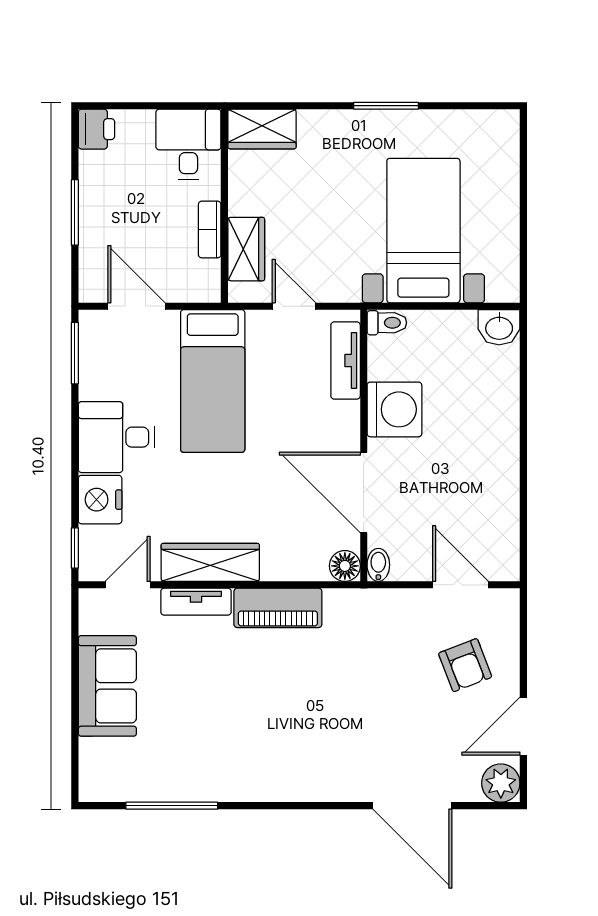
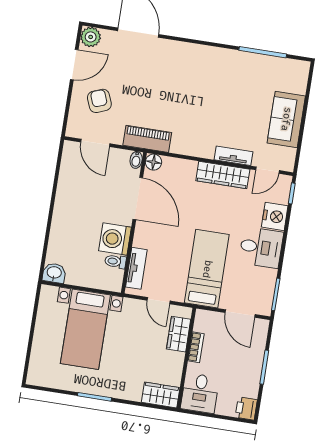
toilet: (387, 323) -> (115, 261), moved
piano: (278, 608) -> (147, 139), moved

